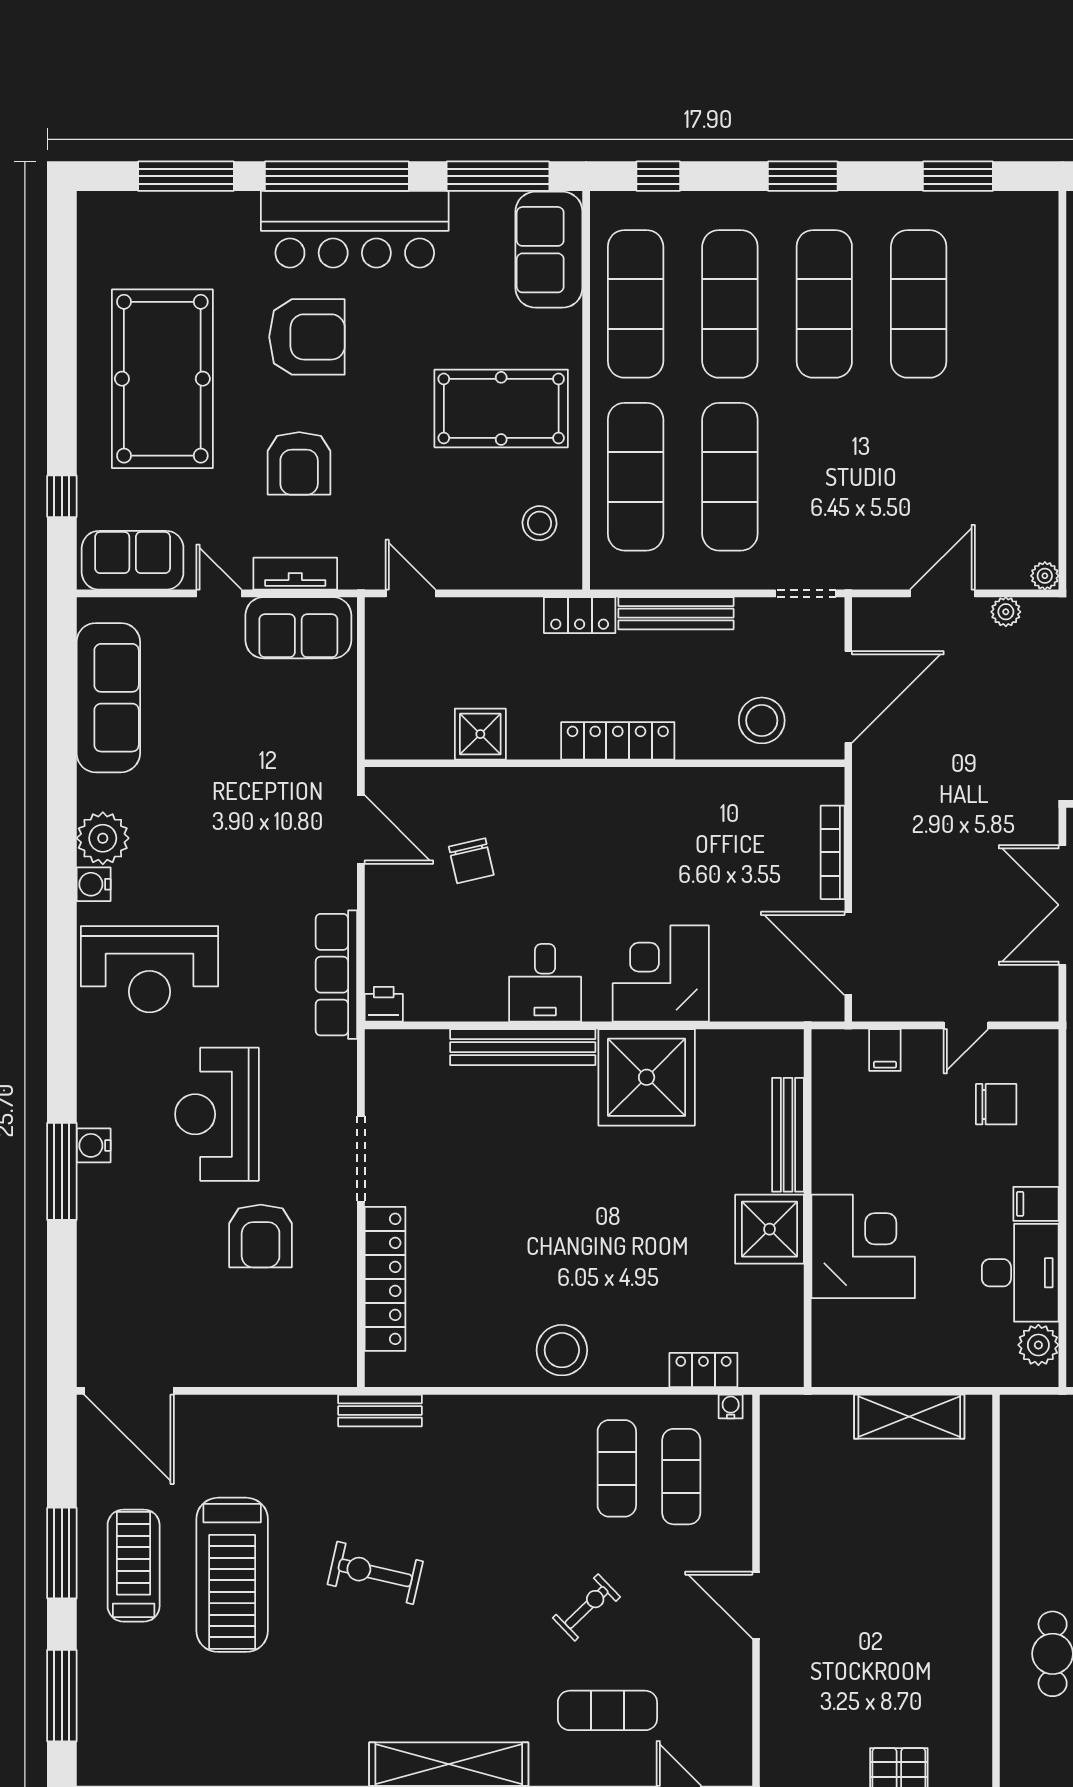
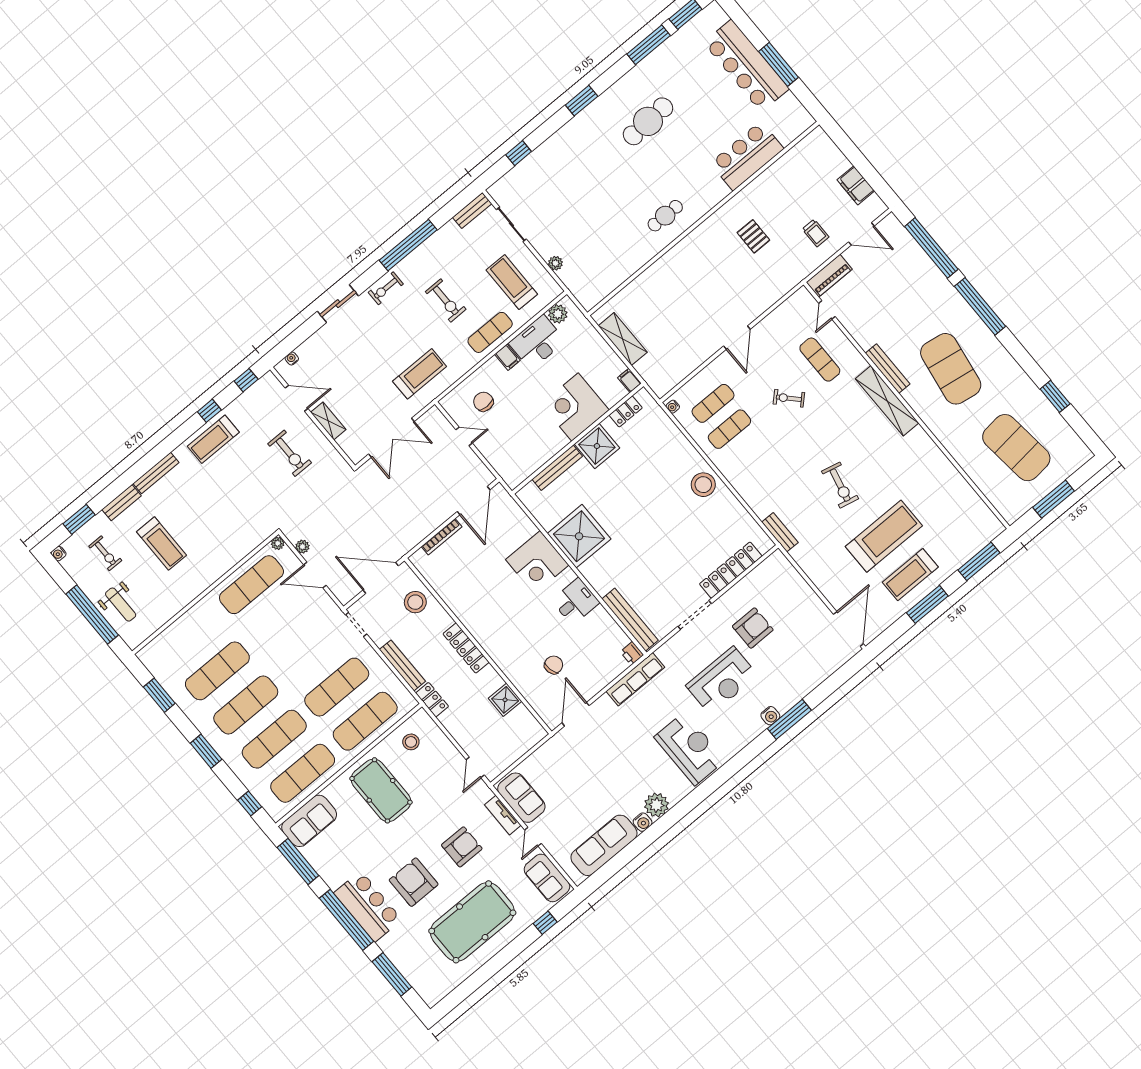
bar counter: (355, 229) -> (368, 906), width x0.73
exercise mat: (1013, 477) -> (251, 585), added
water cooler: (94, 884) -> (643, 822), moved
bench: (523, 1047) -> (630, 620), moved
filing cabinet: (885, 1050) -> (629, 380), moved, turned -90
locker: (703, 1370) -> (626, 411), moved, turned -90

